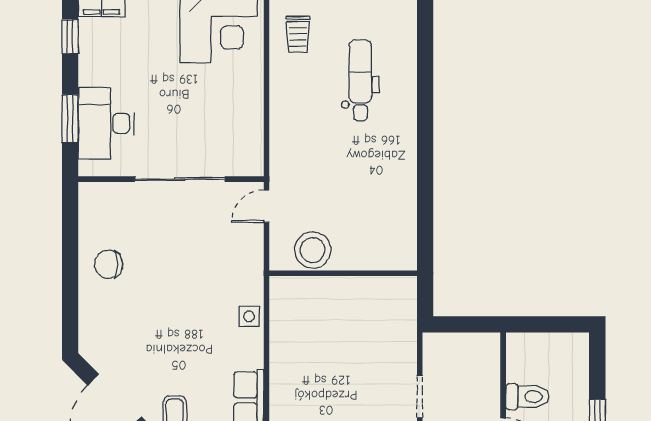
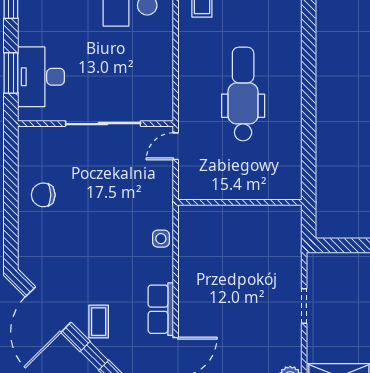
dental chair: (360, 80) -> (243, 94), moved, width x1.36, depth x1.38
stool: (313, 250) -> (214, 183), removed

